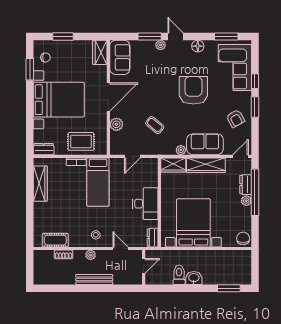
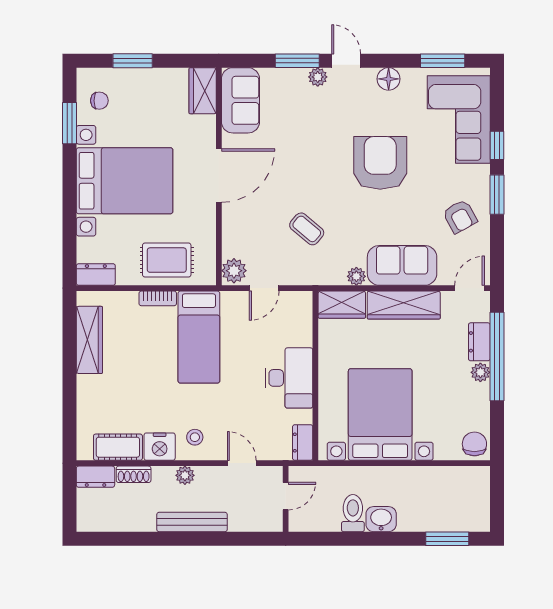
plant: (116, 124) -> (234, 271), moved
nightstand: (77, 240) -> (160, 447), added
dresser: (43, 256) -> (95, 477), added

